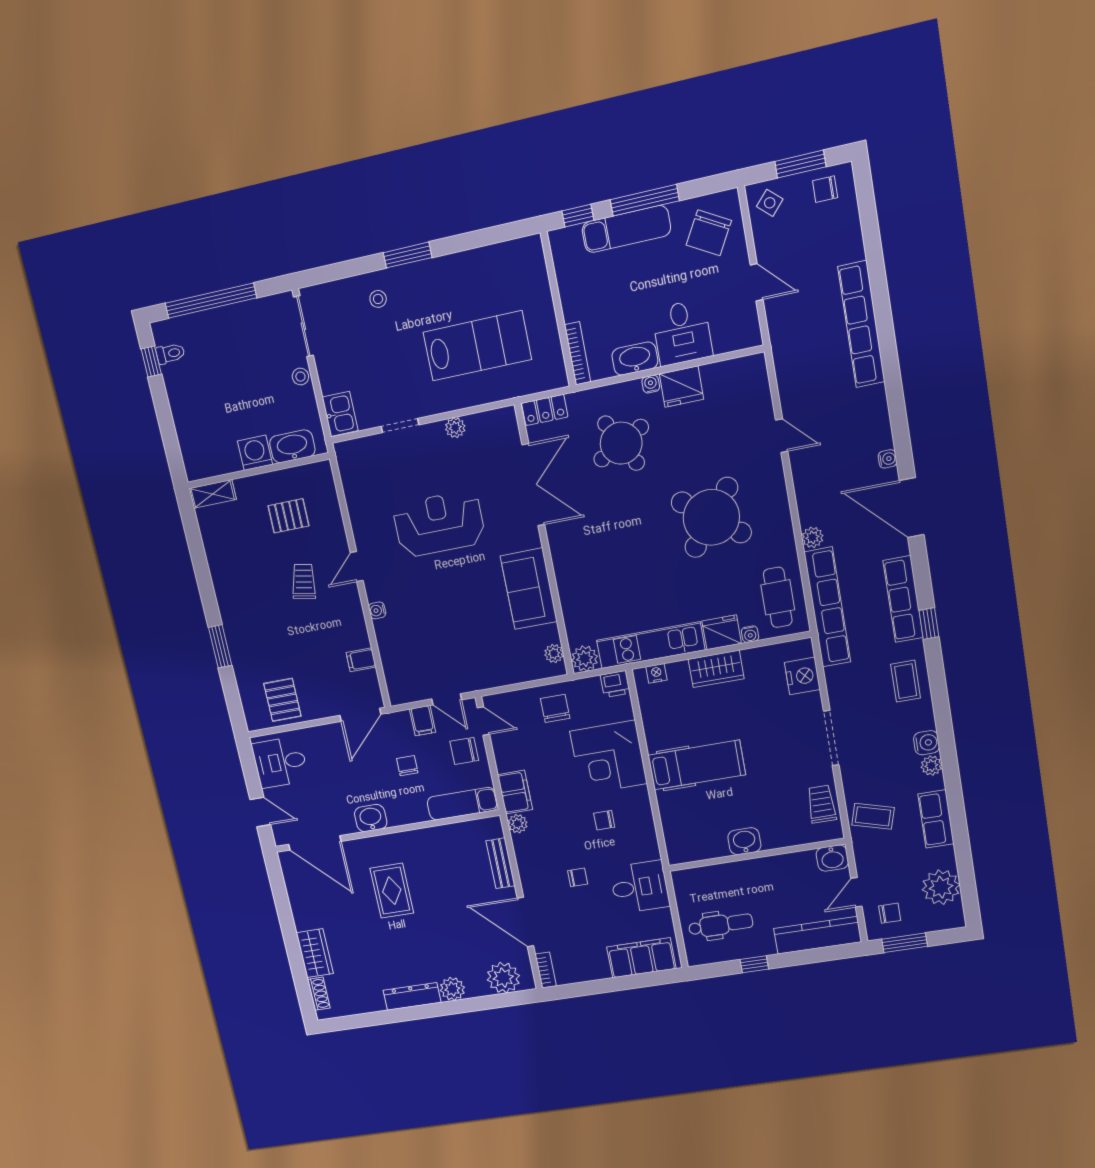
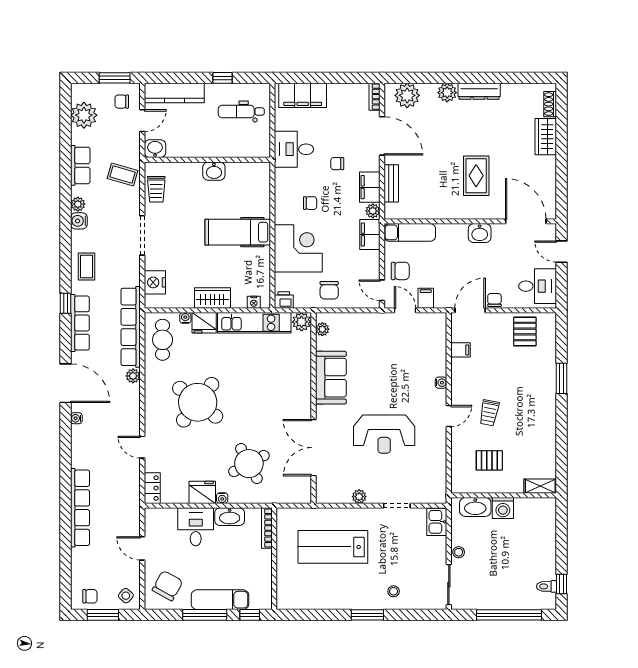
locker: (545, 410) -> (152, 488), moved, turned 90
chair: (407, 766) -> (494, 300), moved, turned 180
filing cabinet: (528, 854) -> (370, 187), added

